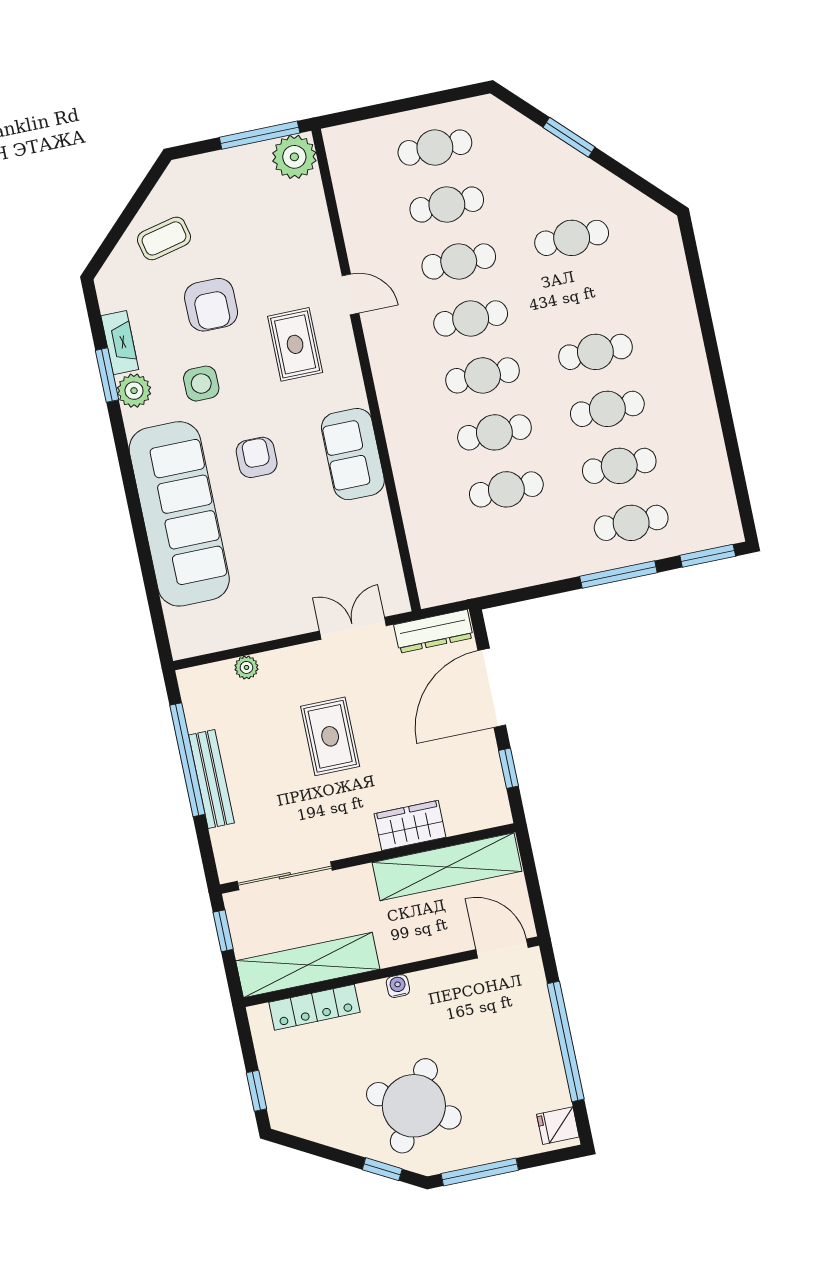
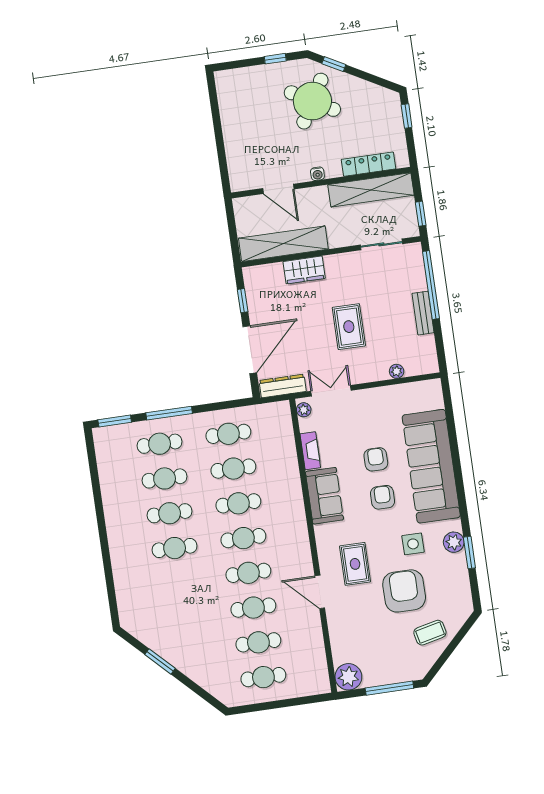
window: (260, 135) -> (389, 688), moved
window: (569, 137) -> (160, 661), moved
cafe table: (572, 238) -> (228, 434), moved
door: (350, 294) -> (320, 592), width x1.38
armchair: (211, 305) -> (404, 591), width x1.36, depth x1.36
fireplace: (120, 343) -> (310, 451), moved, turned 180
armchair: (257, 457) -> (383, 497), turned 180
armchair: (272, 519) -> (376, 459), added
plant: (396, 594) -> (304, 410), added
double door: (353, 628) -> (331, 391), swing flipped
window: (187, 760) -> (431, 285), moved
bench: (211, 779) -> (423, 313), width x0.73
sliding door: (285, 876) -> (381, 244), width x0.73
door: (502, 949) -> (278, 189), moved
window: (566, 1041) -> (219, 134), removed
fridge: (558, 1126) -> (226, 84), removed
window: (480, 1172) -> (275, 59), width x0.46

